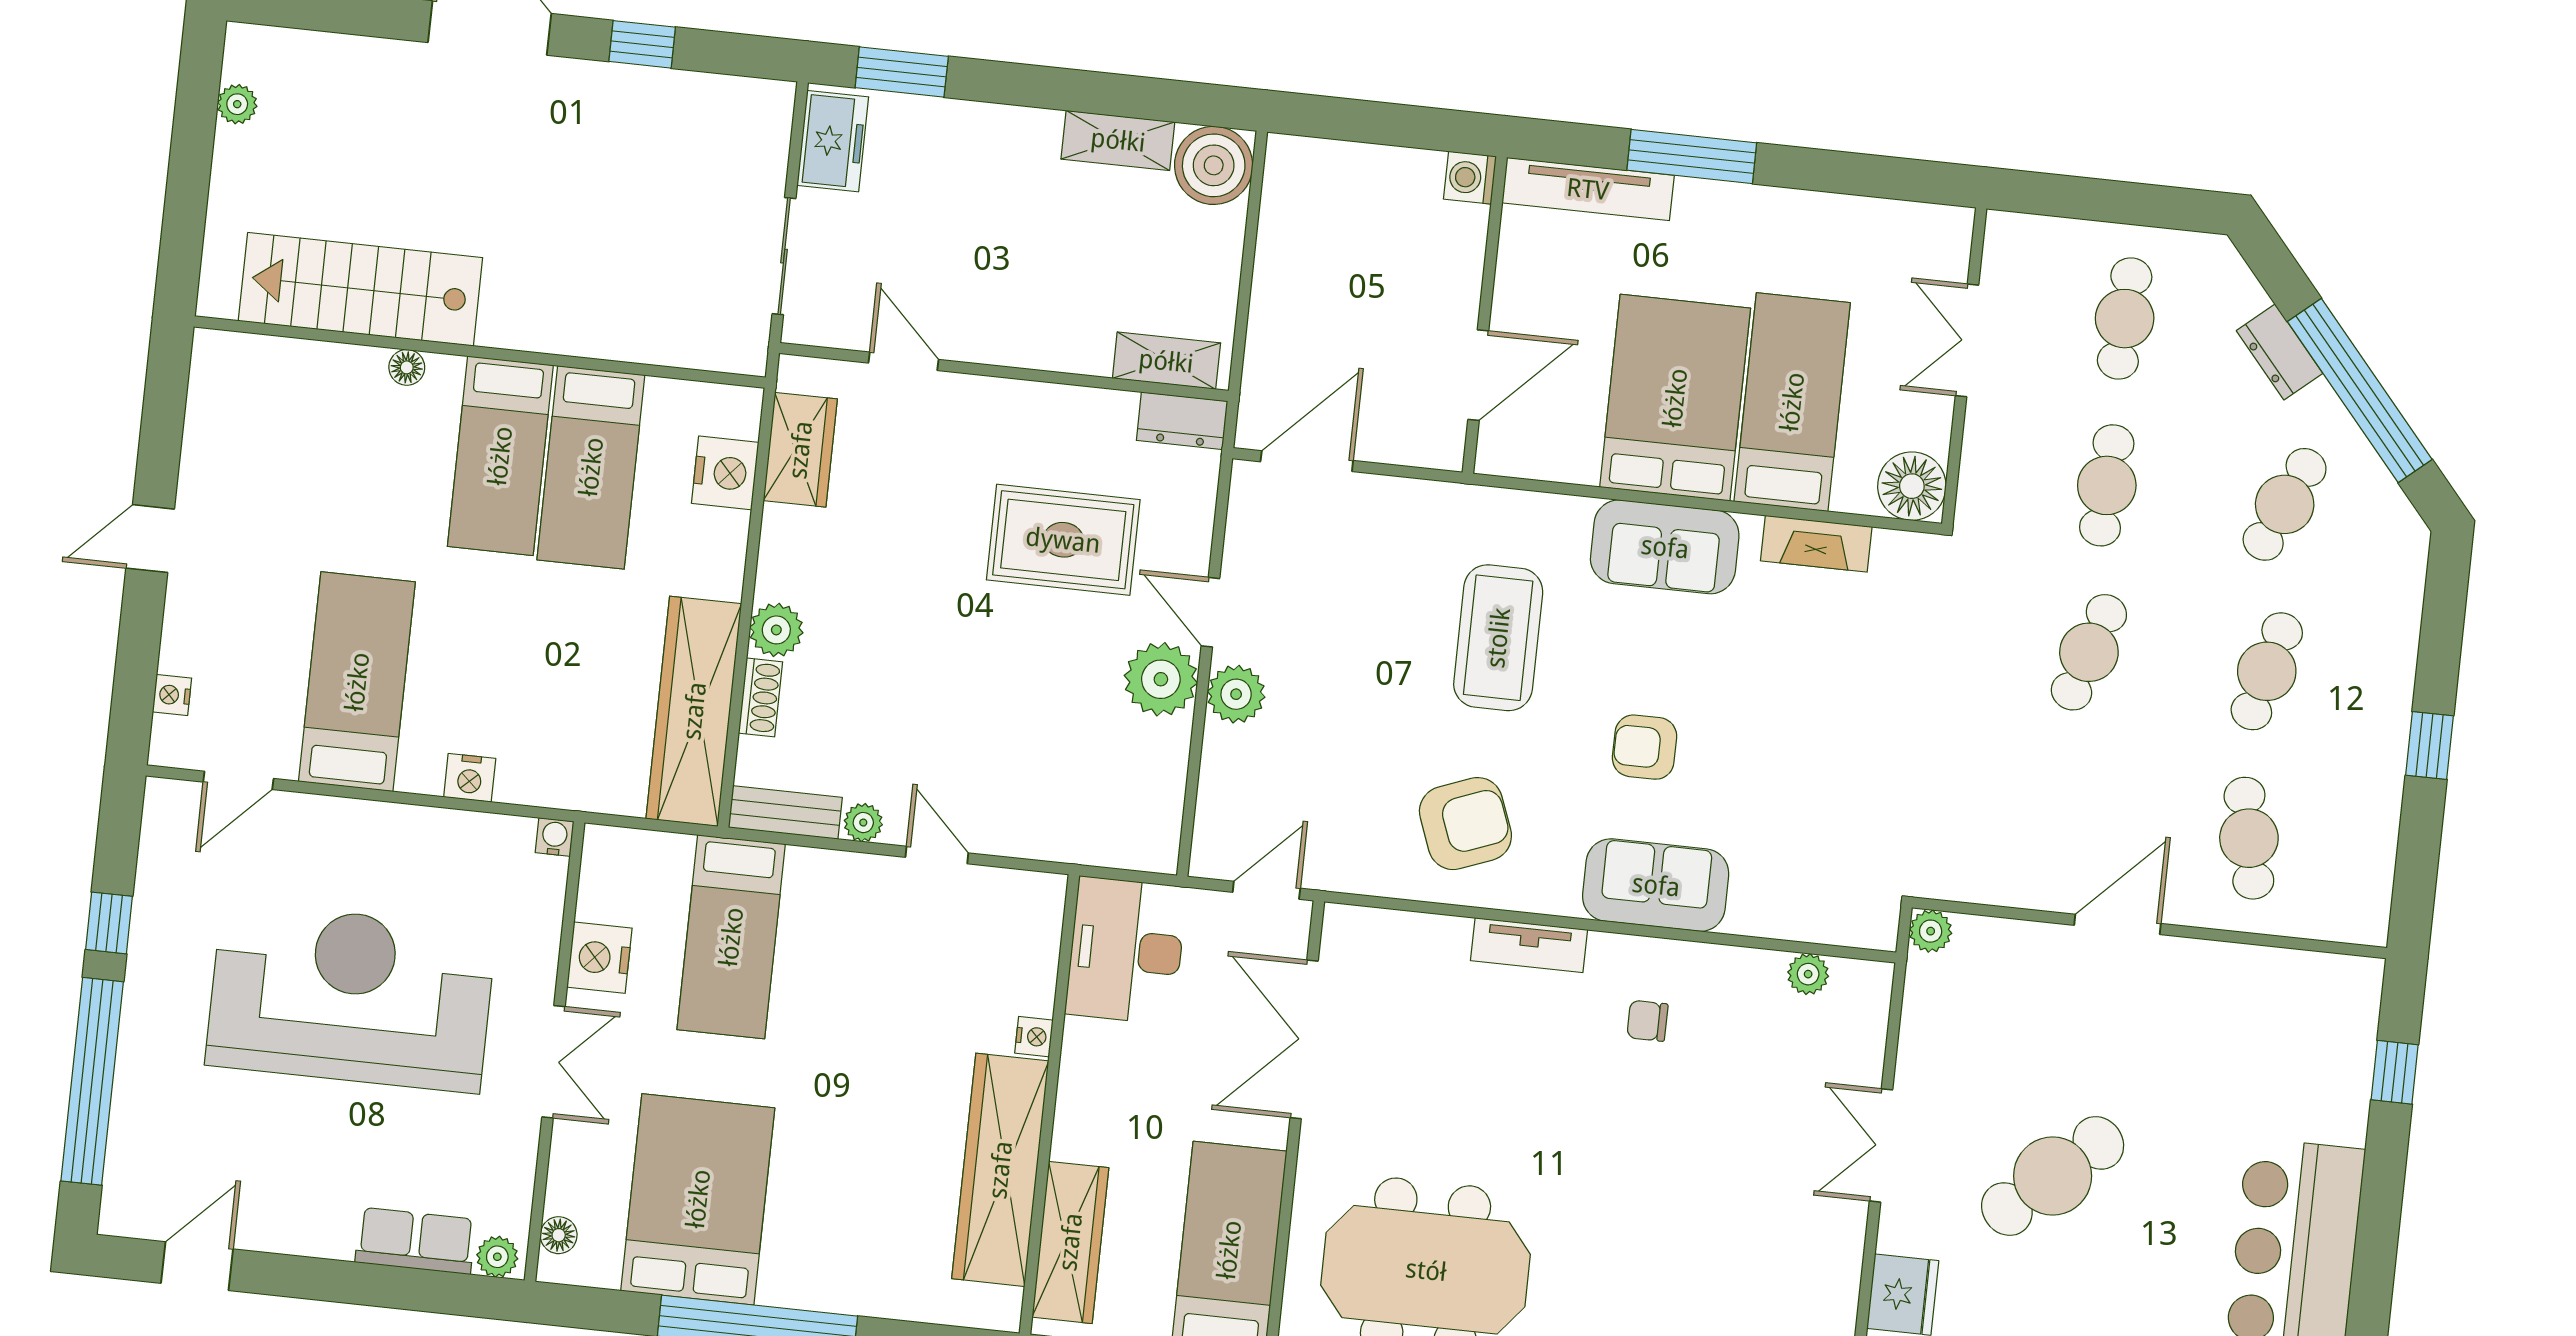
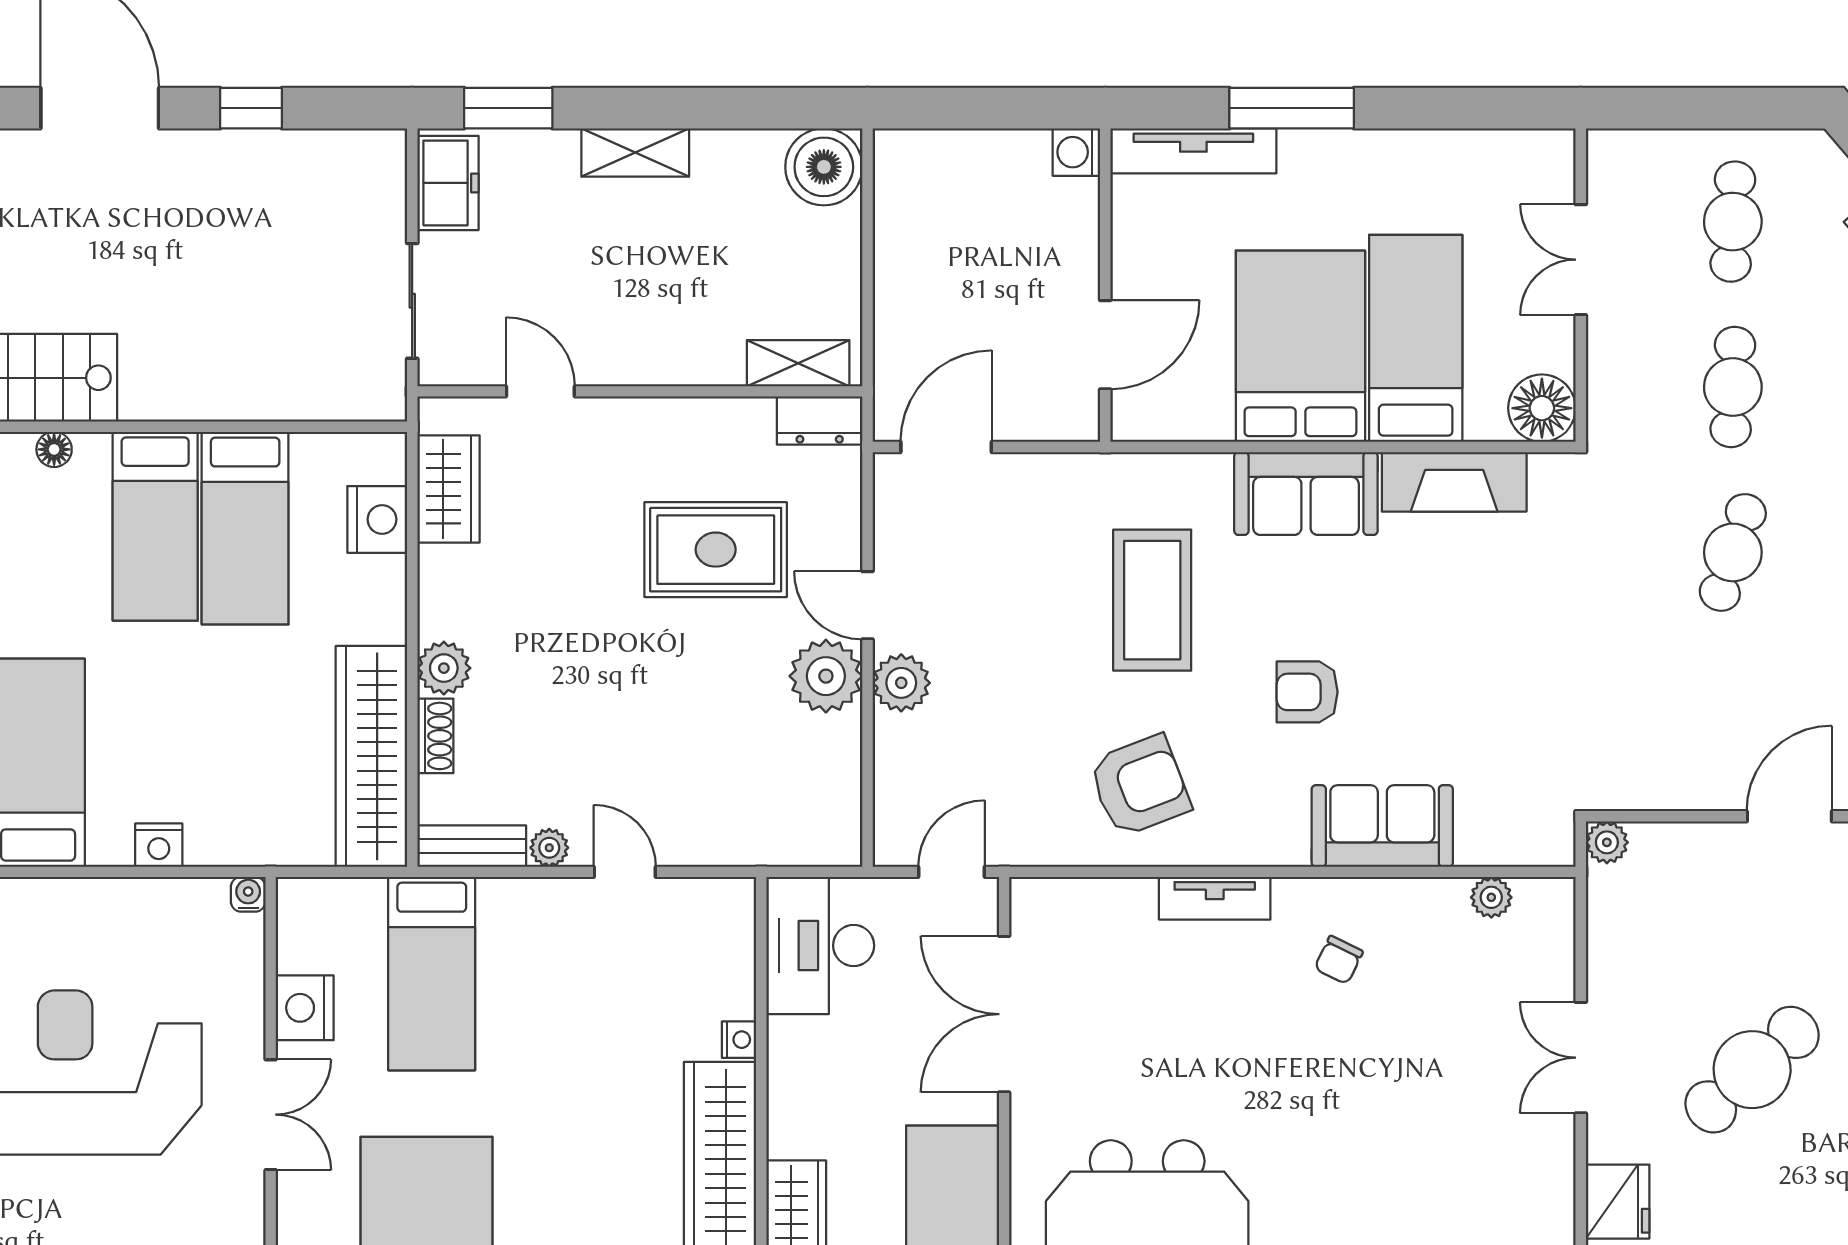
shelving: (1118, 140) -> (635, 153), moved
fireplace: (1816, 544) -> (1454, 482), width x1.37, depth x1.32
sofa: (1656, 885) -> (1382, 826), moved
chair: (1647, 1021) -> (1339, 960), turned -64

